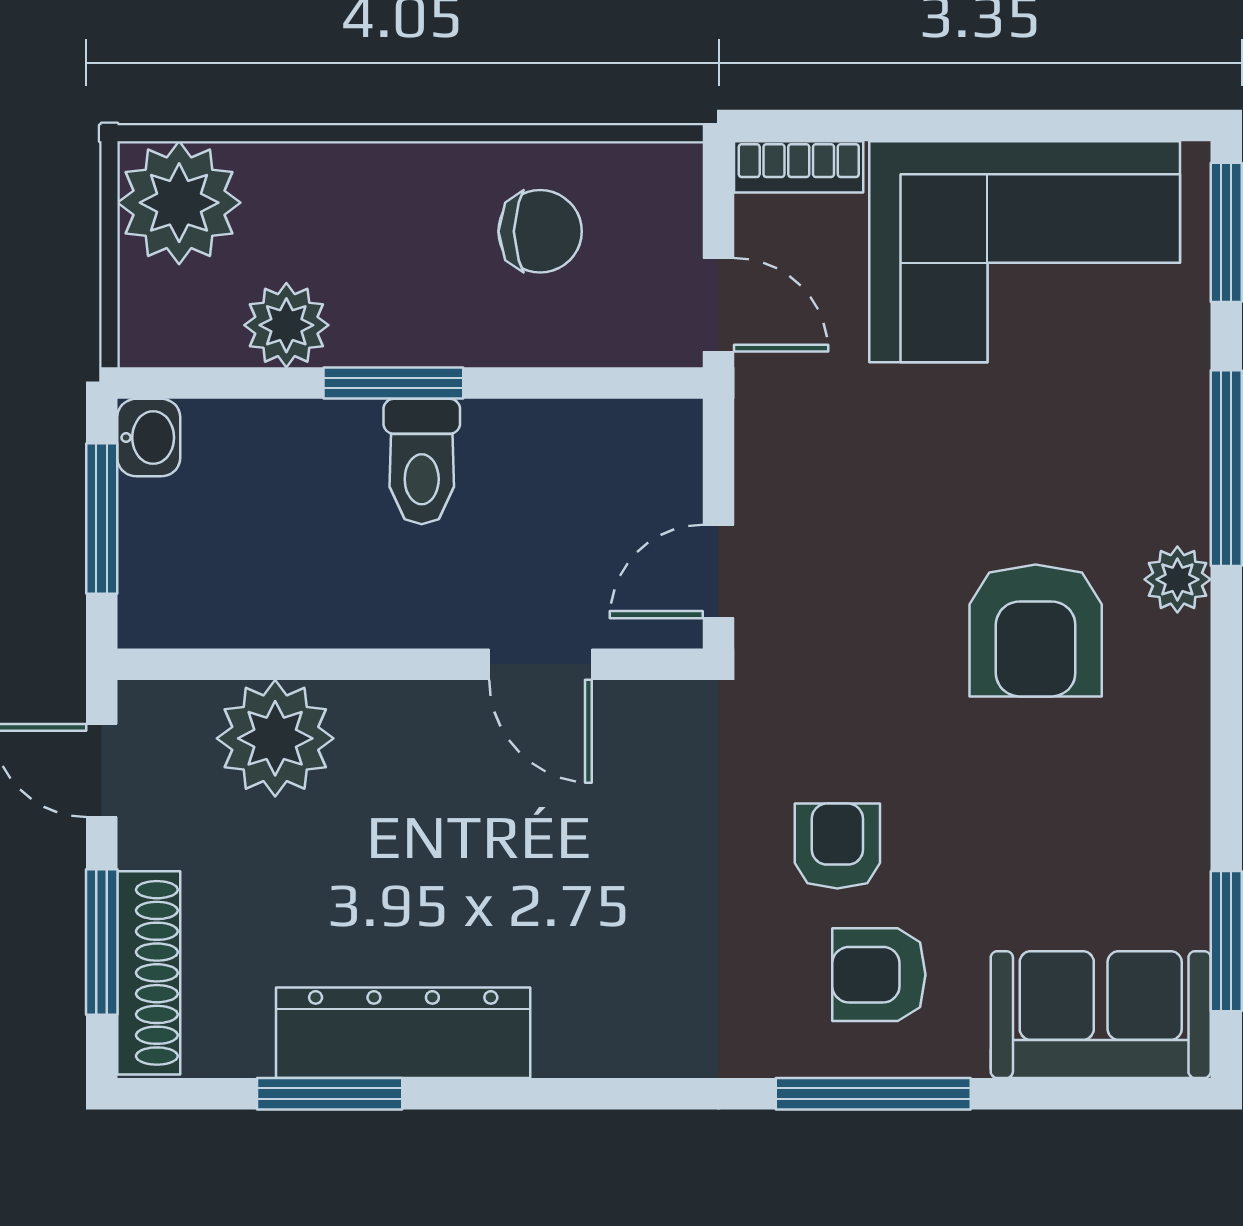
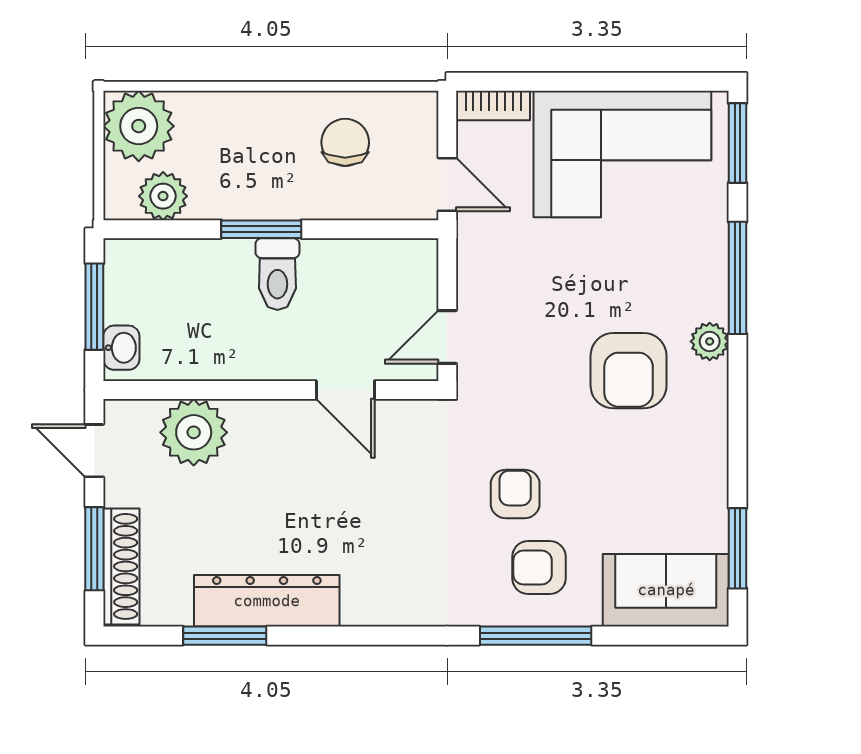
chair: (540, 231) -> (345, 142), turned -90
plant: (286, 325) -> (163, 196), moved
washbasin: (149, 438) -> (121, 348), moved

